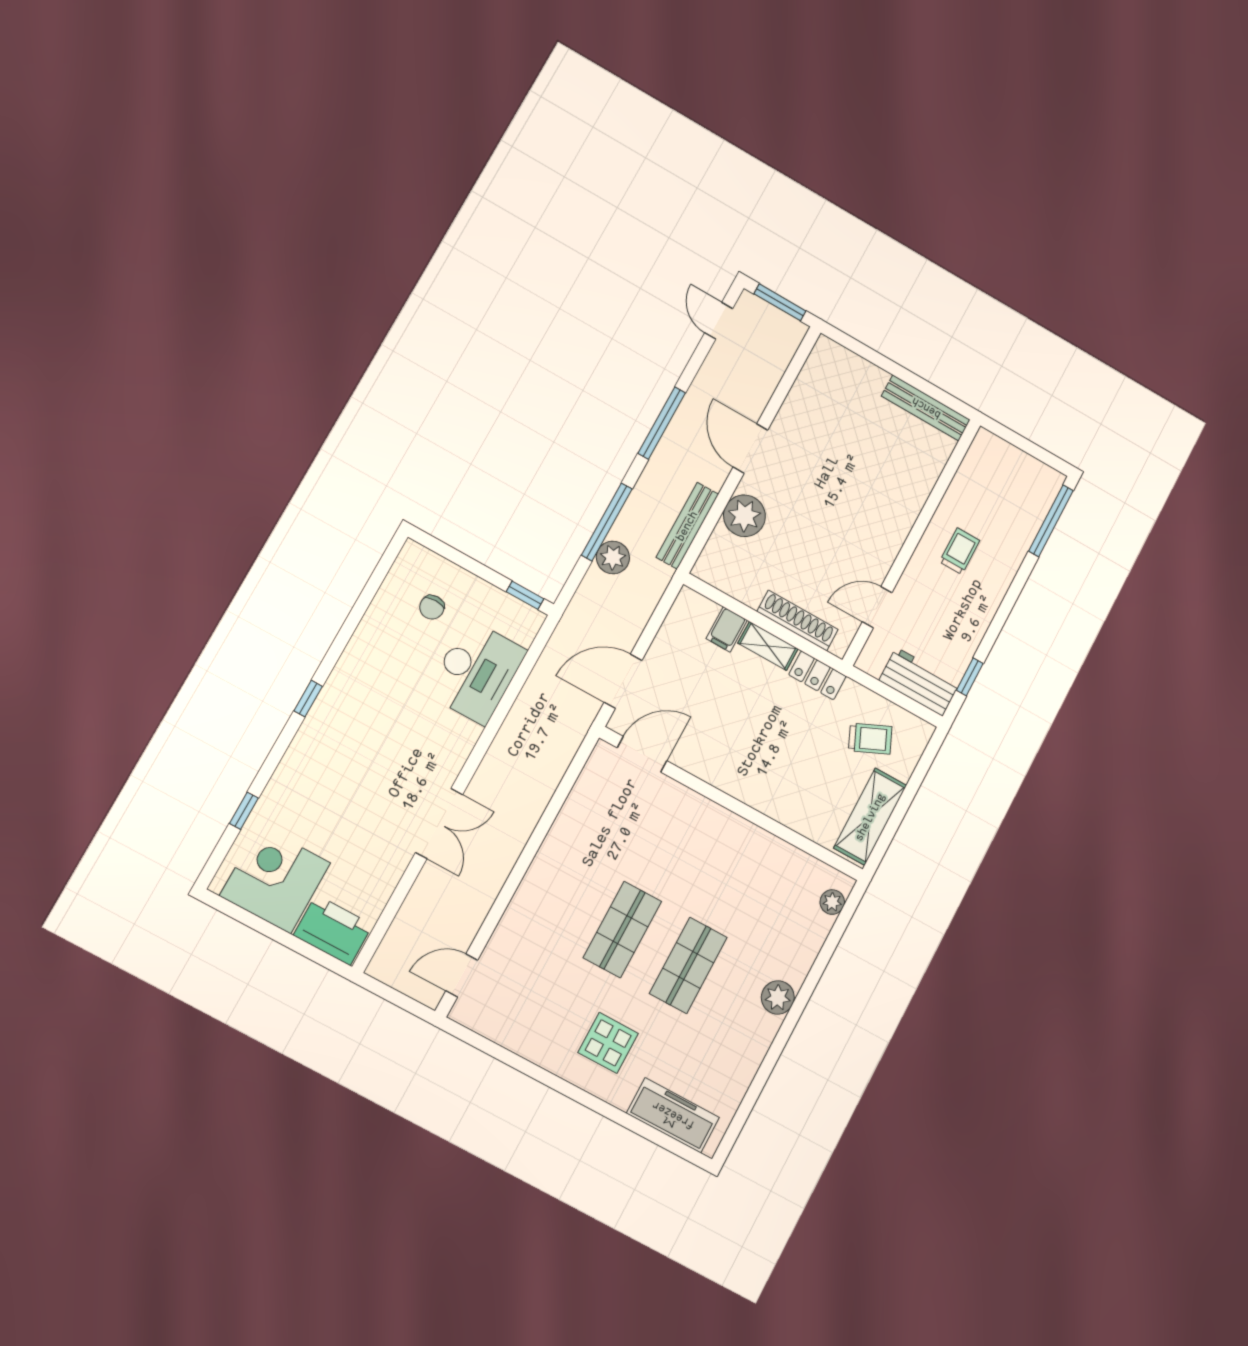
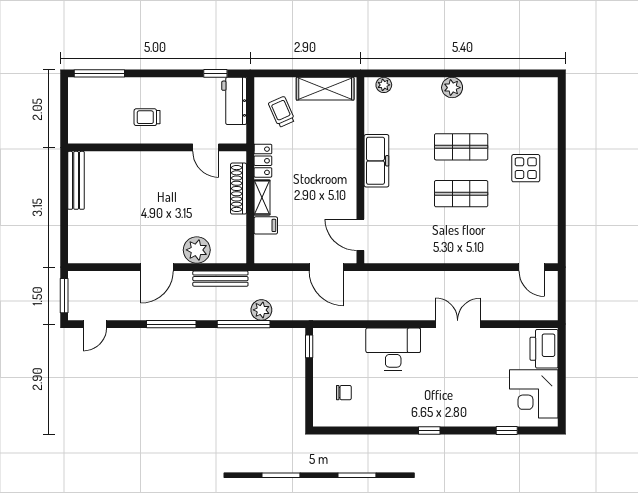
desk: (476, 672) -> (393, 349), moved
freezer: (673, 1115) -> (376, 161), moved, turned 180

